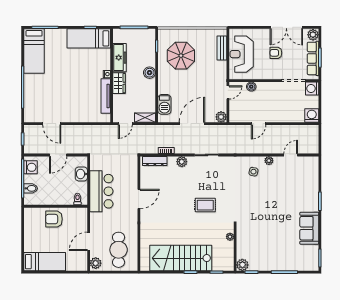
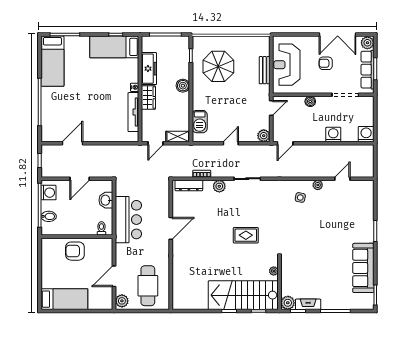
bench: (222, 48) -> (265, 70), moved
boiler: (251, 87) -> (310, 101), moved
washing machine: (312, 89) -> (333, 134), moved, turned 90
door: (52, 124) -> (72, 143), swing flipped
door: (192, 124) -> (231, 143), width x0.53
door: (259, 124) -> (285, 143), moved
sofa: (309, 228) -> (363, 268), width x1.36
stairs: (181, 258) -> (243, 295), moved
fireplace: (260, 266) -> (308, 304), added

